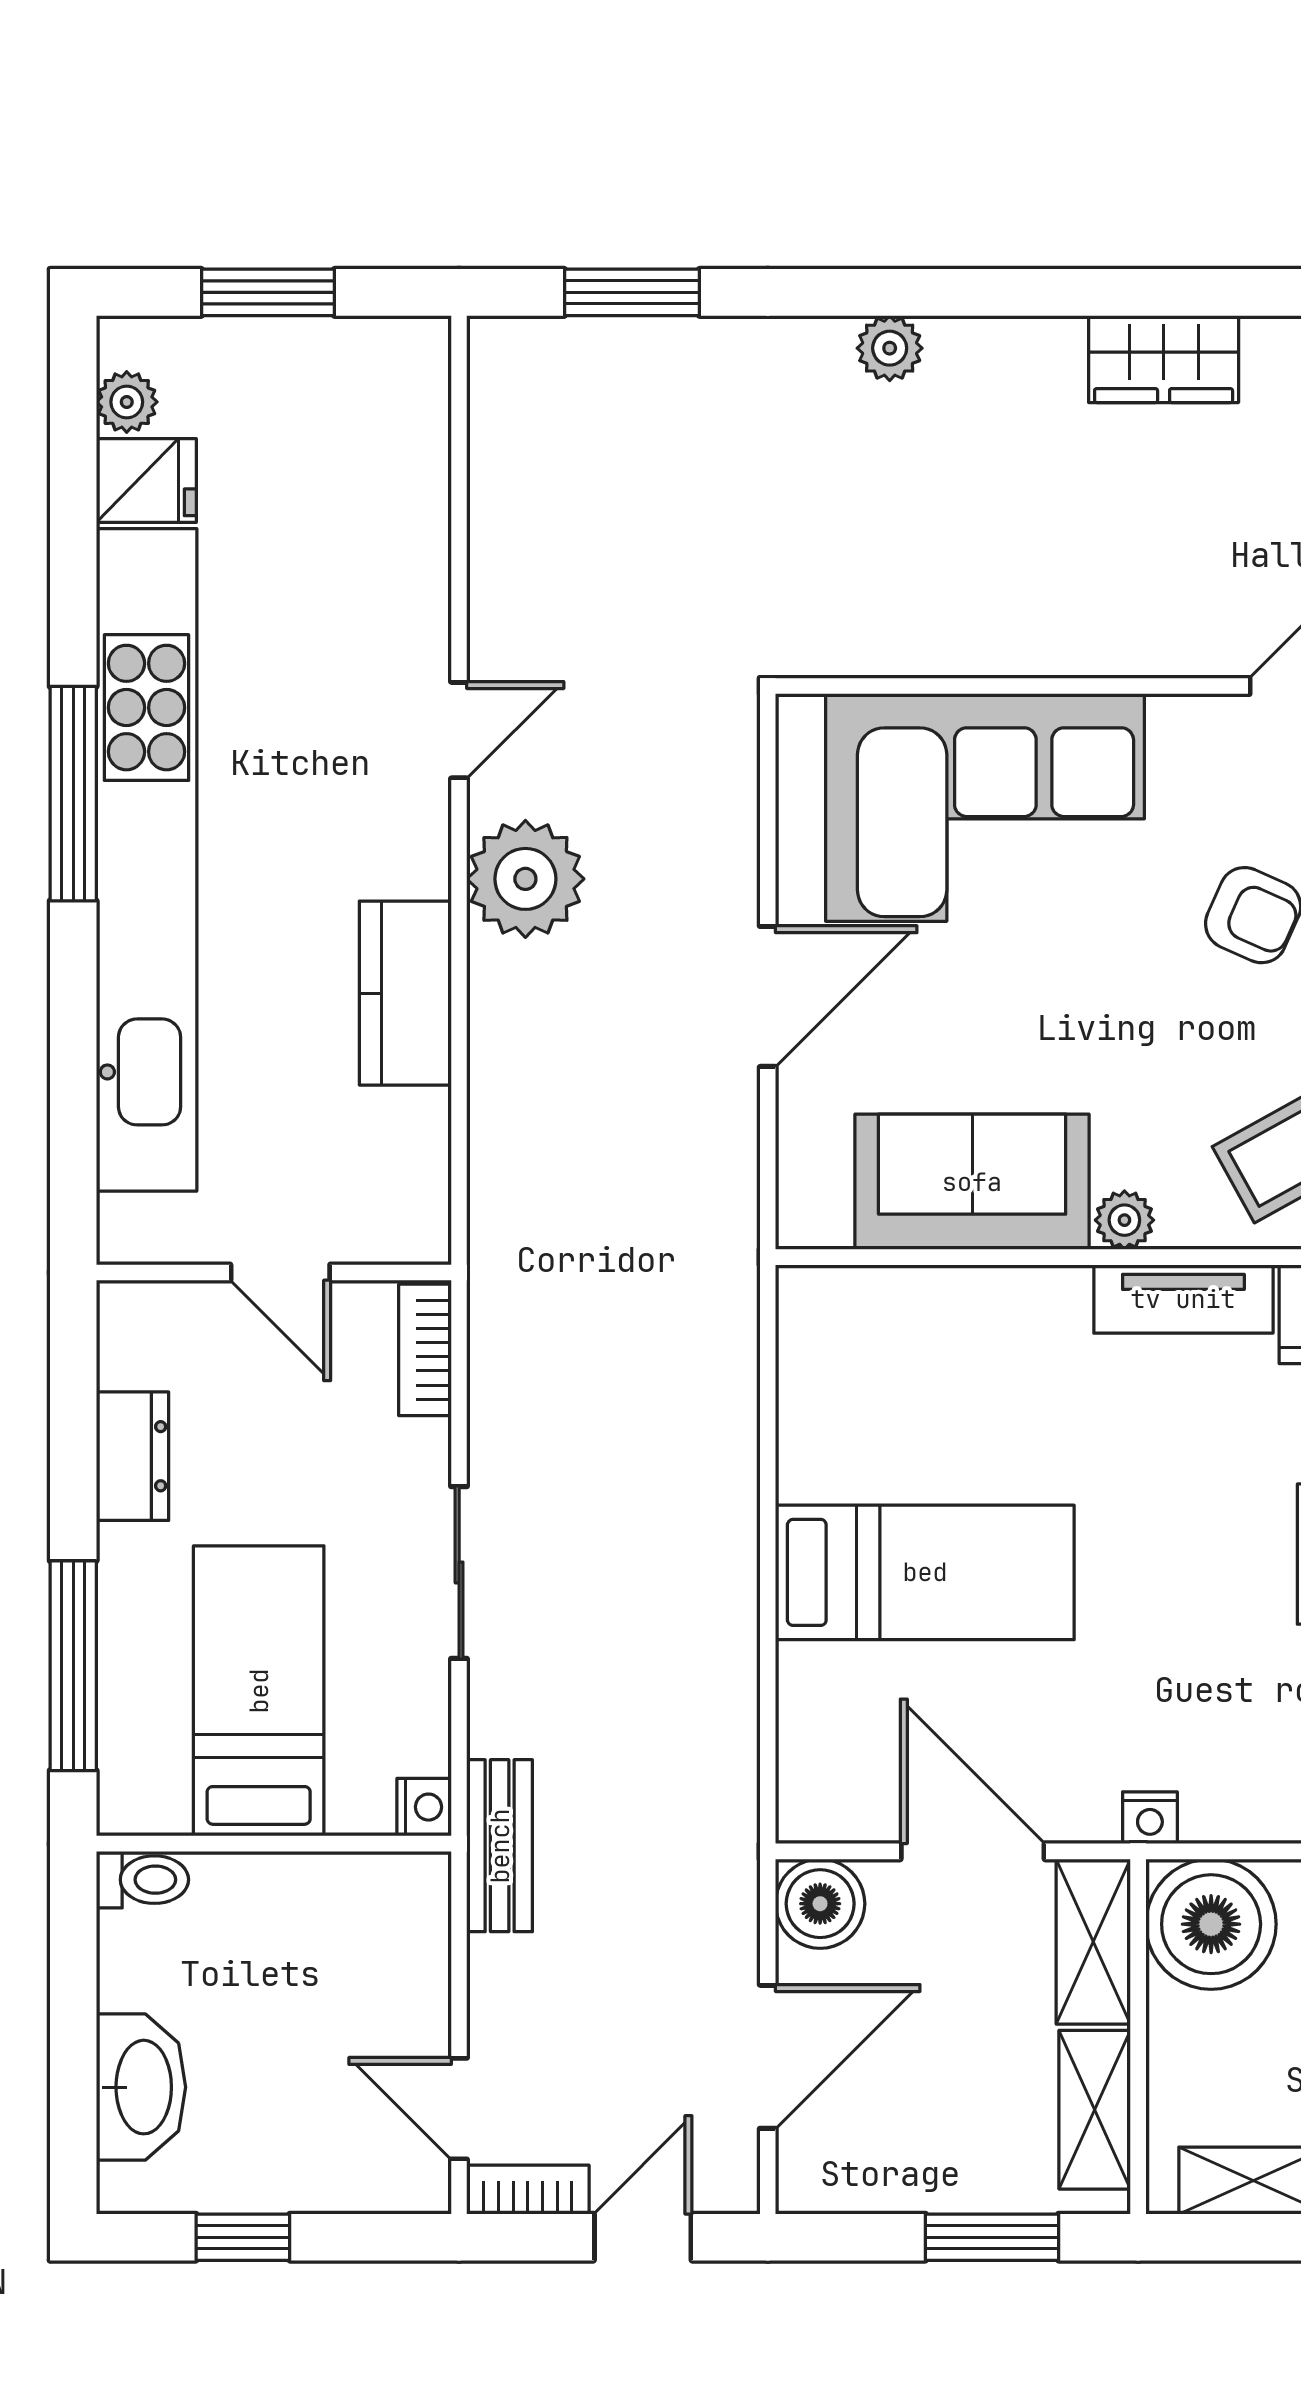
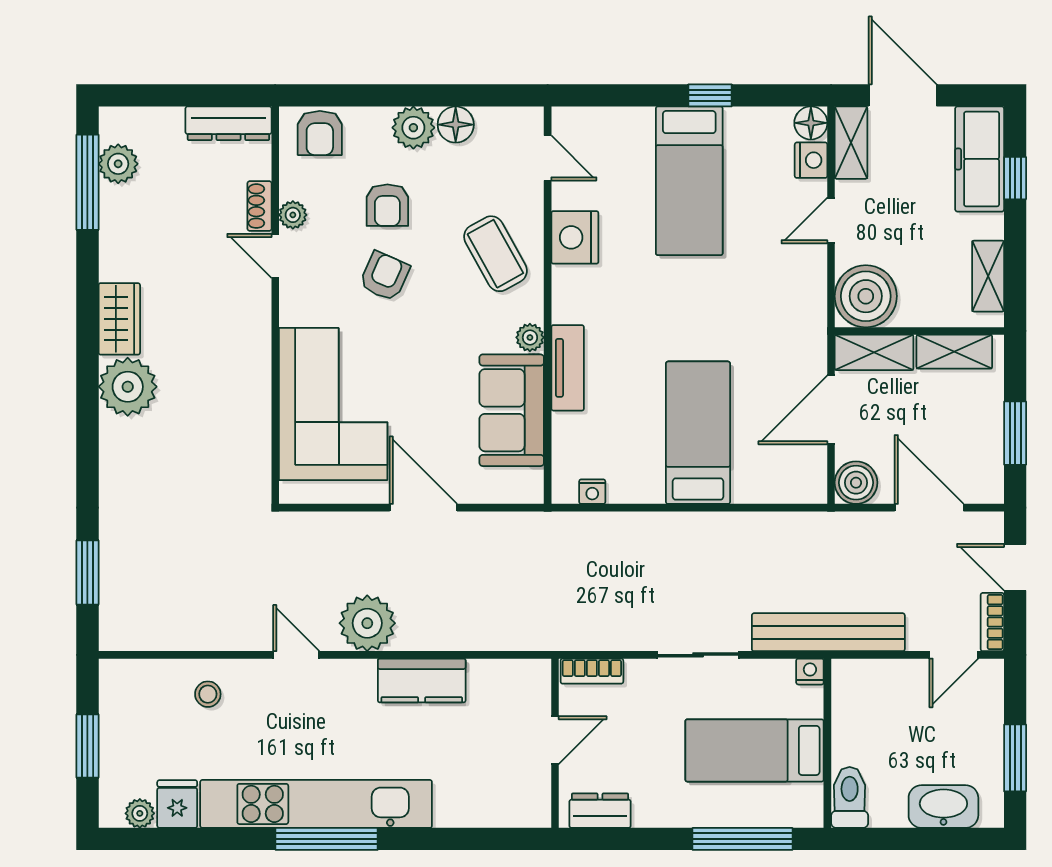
plant: (890, 348) -> (128, 387), moved, width x1.87, depth x1.87
stool: (377, 545) -> (208, 694), added
kitchen unit: (147, 860) -> (316, 804), width x0.73
tv unit: (1183, 1299) -> (568, 368), moved
dresser: (132, 1456) -> (600, 811), moved
nightstand: (1150, 1818) -> (592, 492), moved, turned 90
bench: (500, 1846) -> (828, 632), width x1.86, depth x1.21
toilet: (142, 1880) -> (850, 797), width x1.37, depth x1.39
window: (243, 2237) -> (1015, 758), width x1.50
window: (992, 2237) -> (1015, 433), moved

